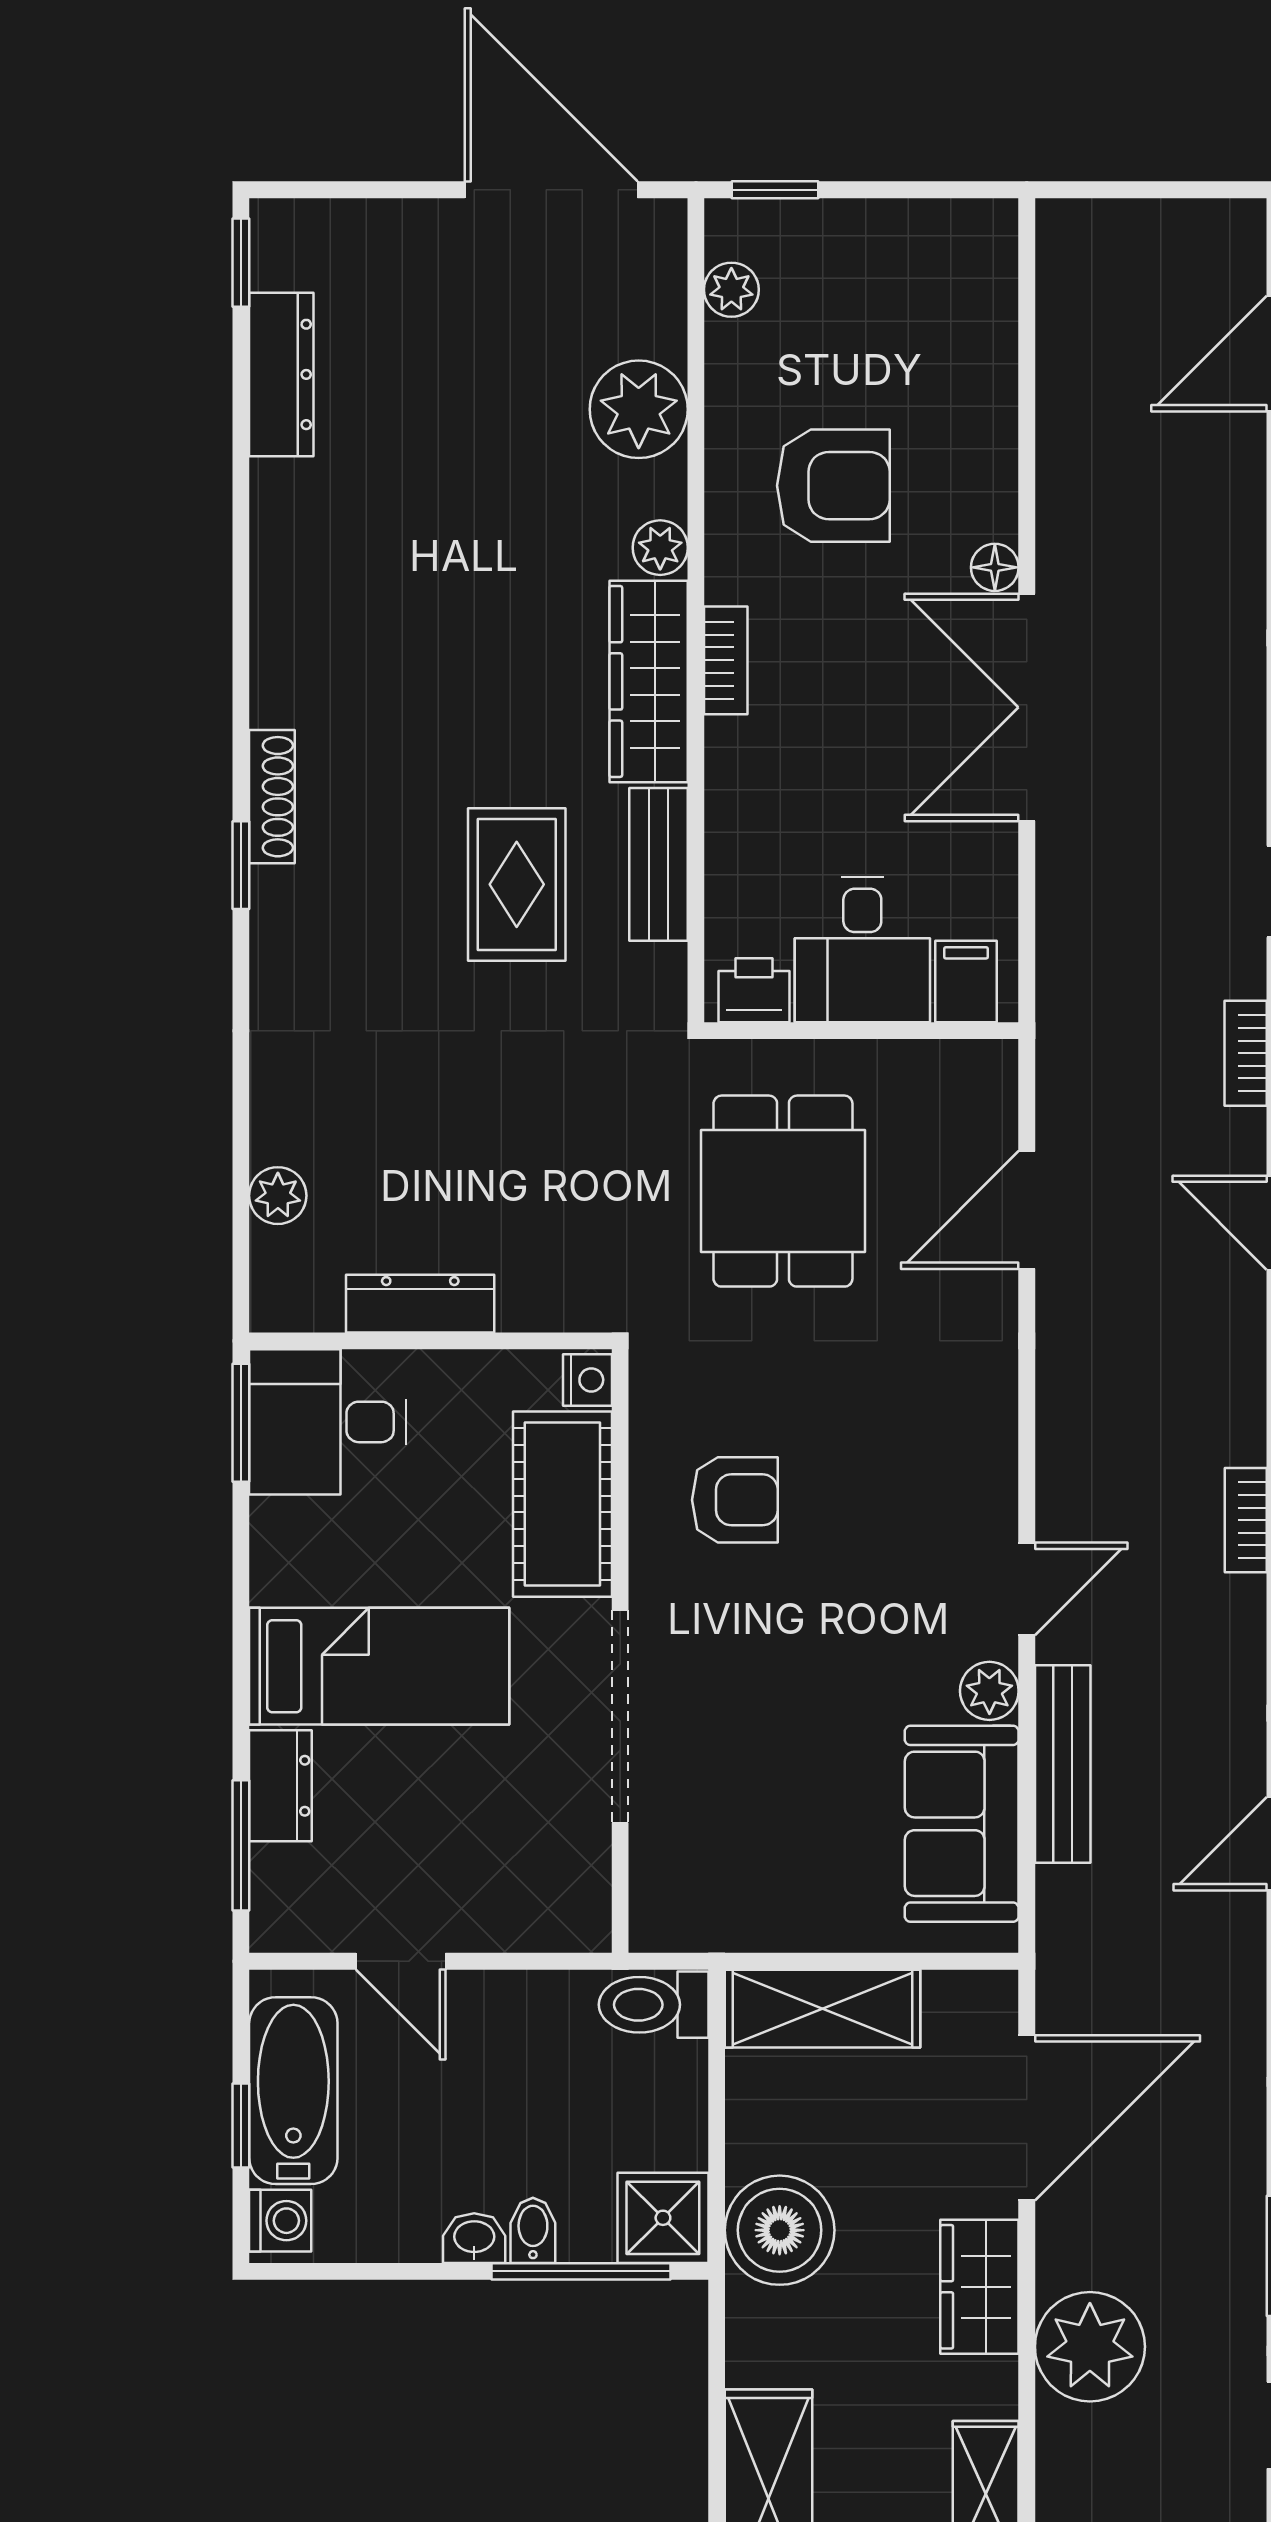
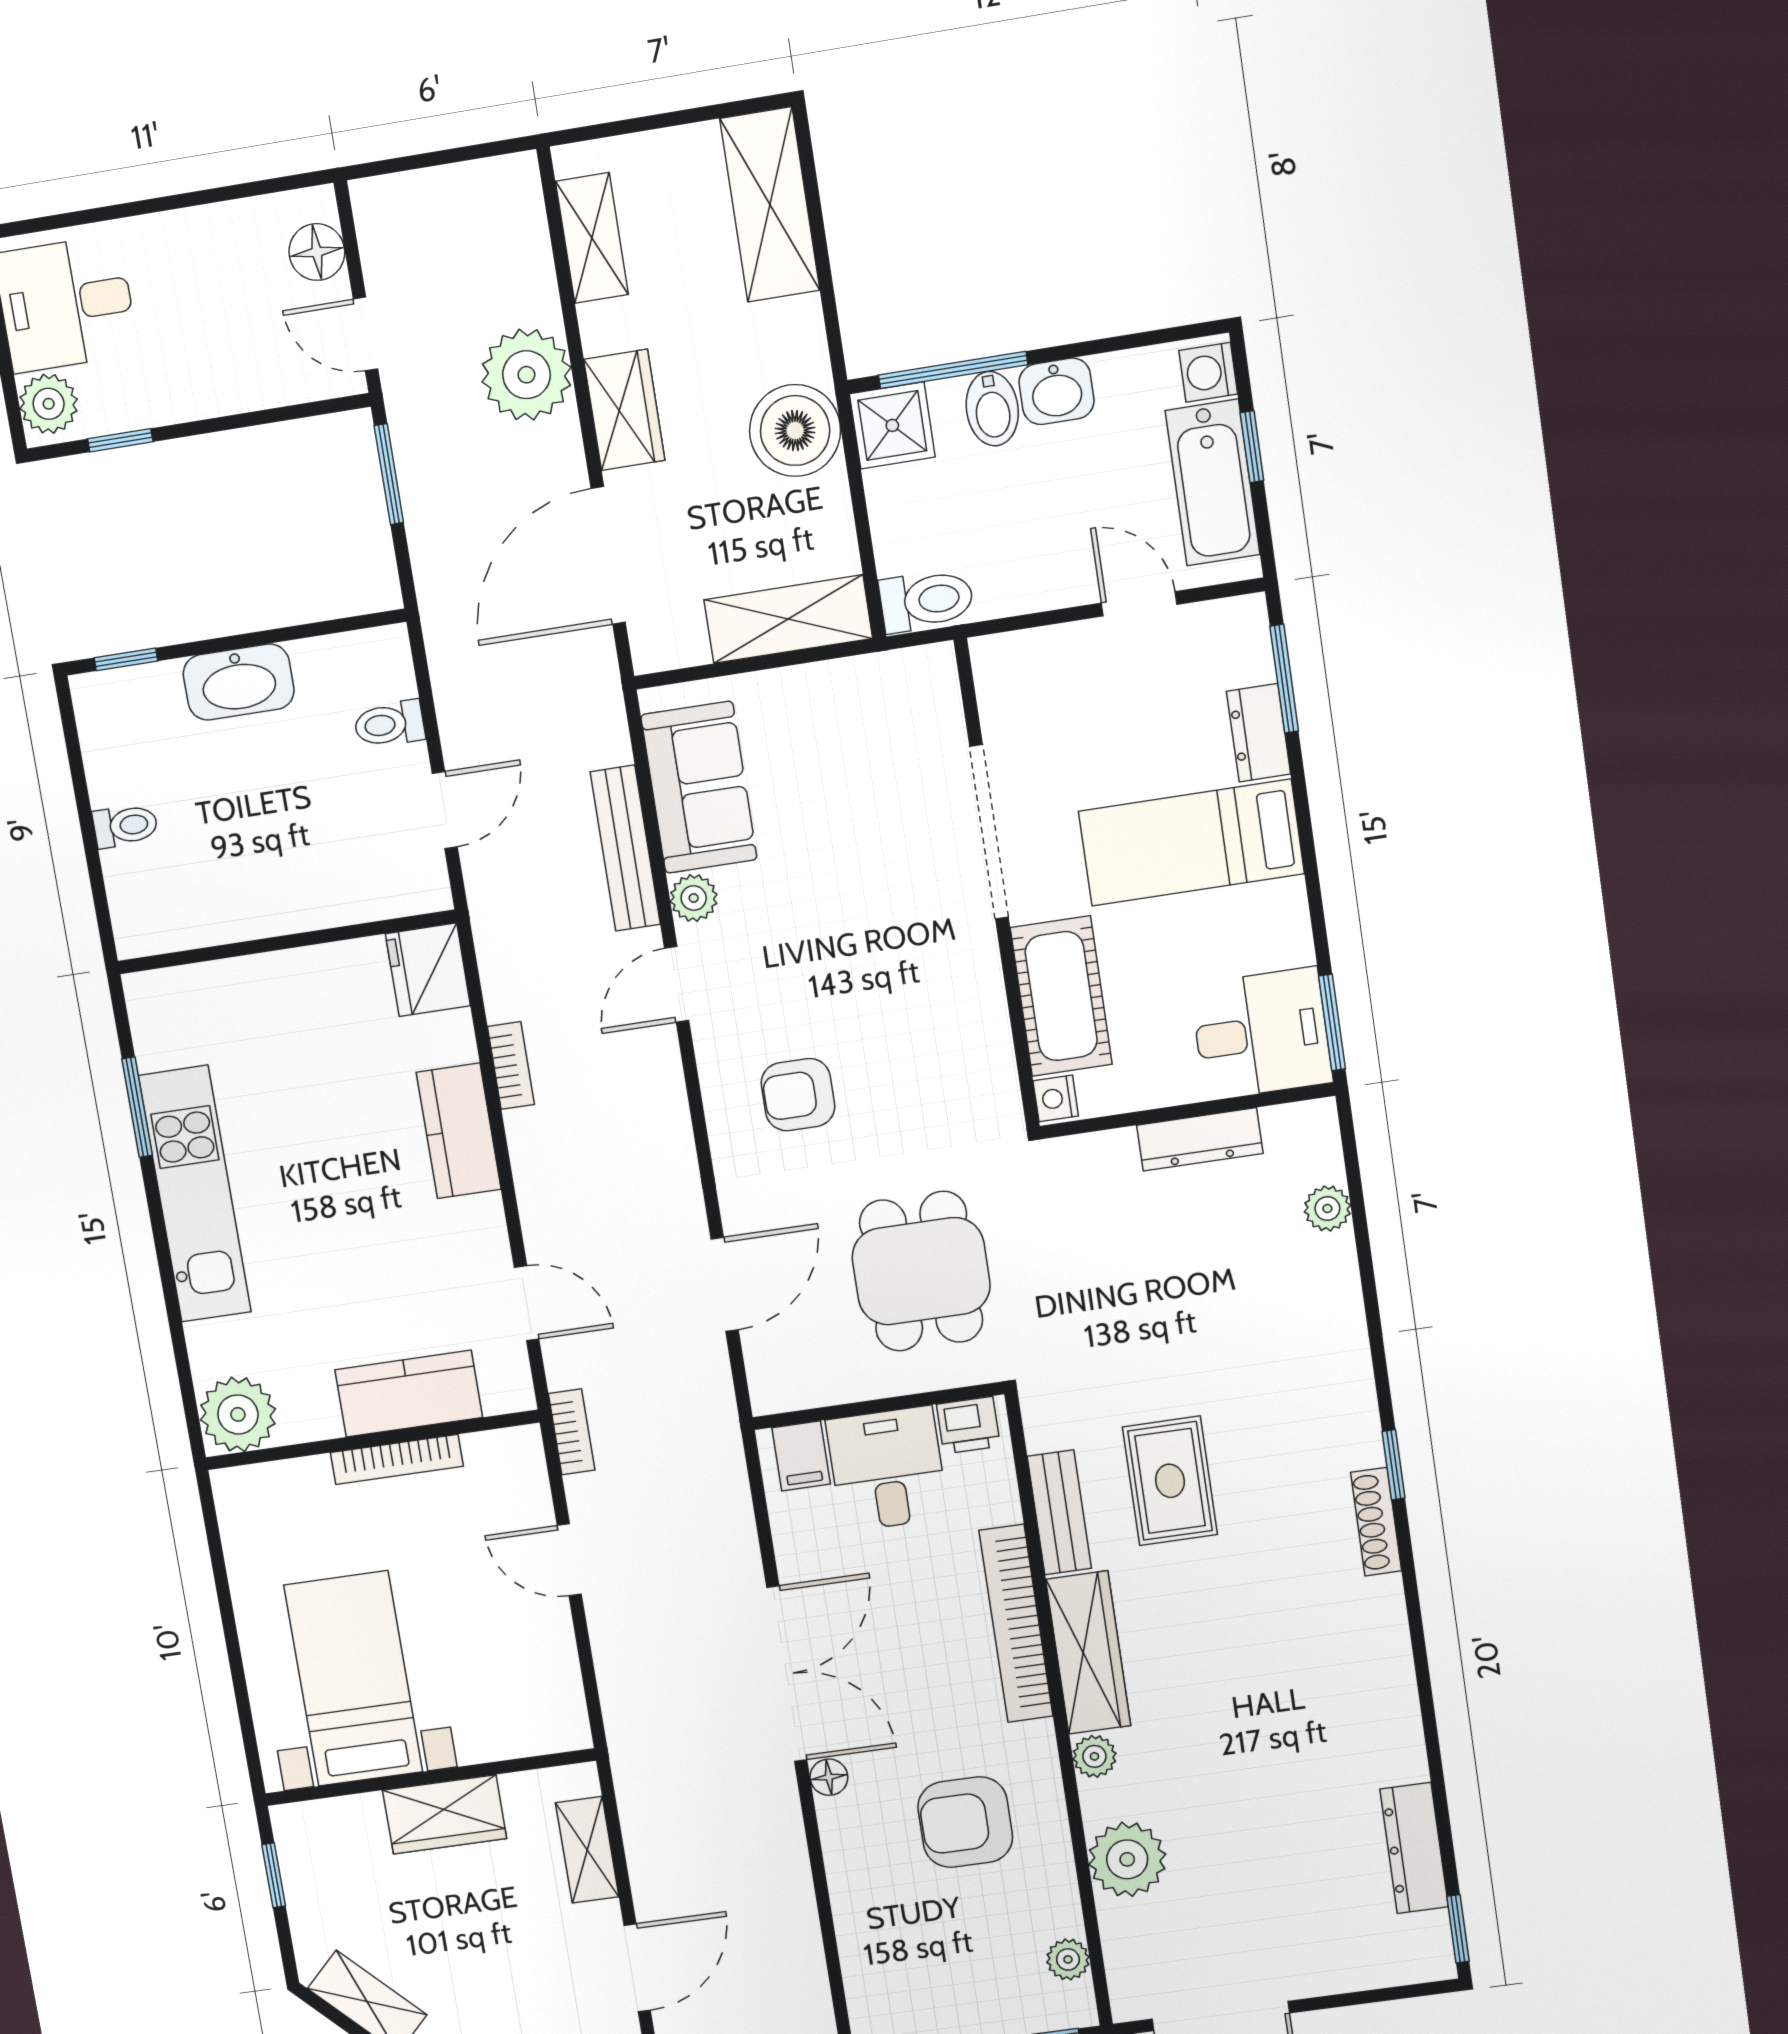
bookcase: (726, 660) -> (1016, 1623), width x2.31, depth x1.31
armchair: (735, 1500) -> (798, 1095), moved
bidet: (533, 2230) -> (992, 409), width x1.38, depth x1.36
washbasin: (474, 2238) -> (1057, 391), width x1.38, depth x1.45

